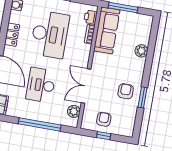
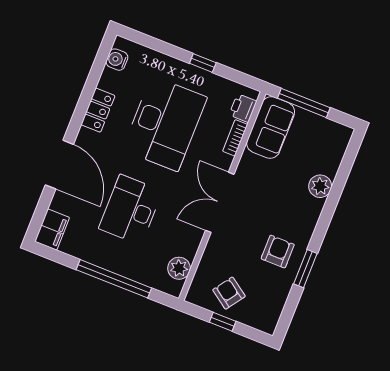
sofa: (107, 30) -> (271, 127), width x0.73
double door: (86, 86) -> (220, 202), moved
armchair: (104, 119) -> (229, 293), turned -55

